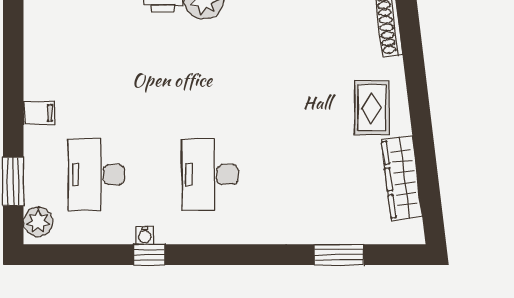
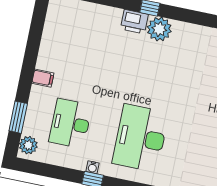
desk: (210, 175) -> (141, 138), width x1.36, depth x1.30

